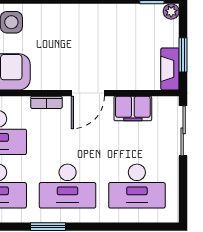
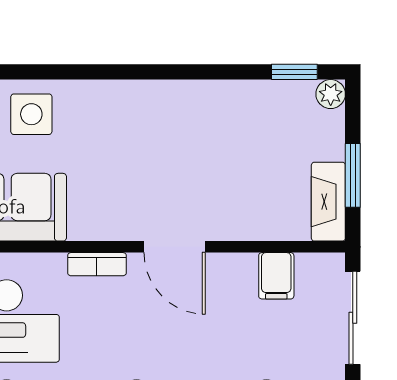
door: (88, 93) -> (175, 247), hinge flipped
filing cabinet: (133, 108) -> (276, 276), width x0.50

